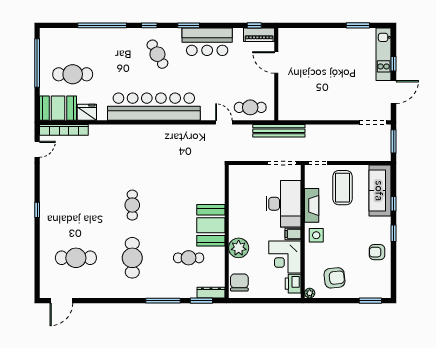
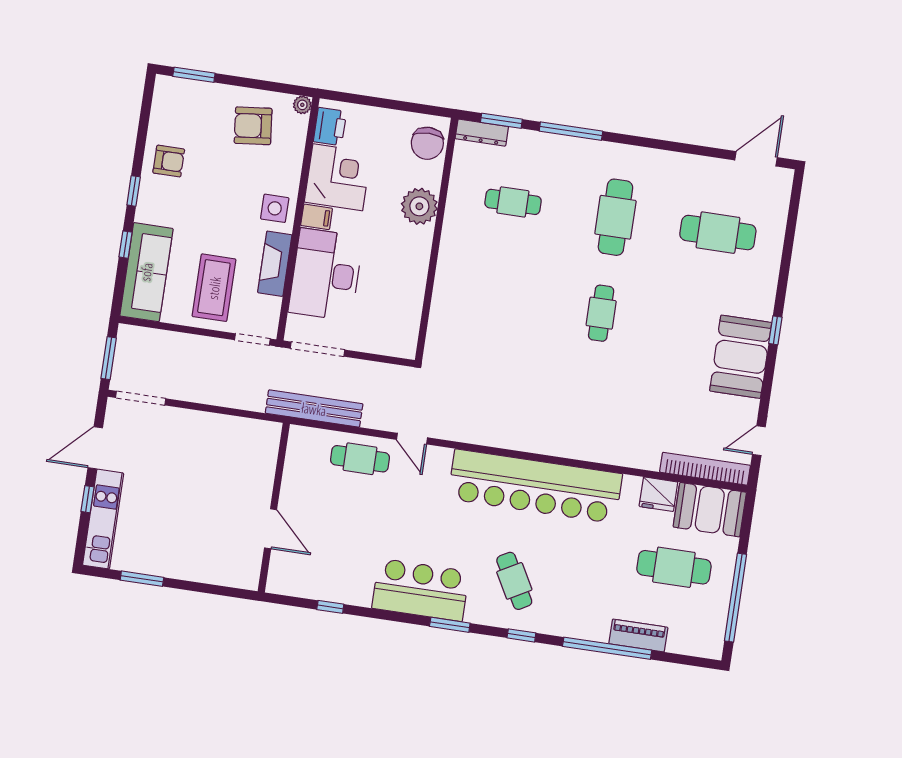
piano: (259, 35) -> (638, 635), moved
door: (276, 63) -> (271, 529), moved
wall: (276, 74) -> (274, 508), moved
booth: (211, 225) -> (741, 357), moved

